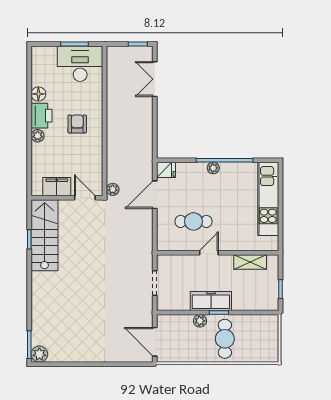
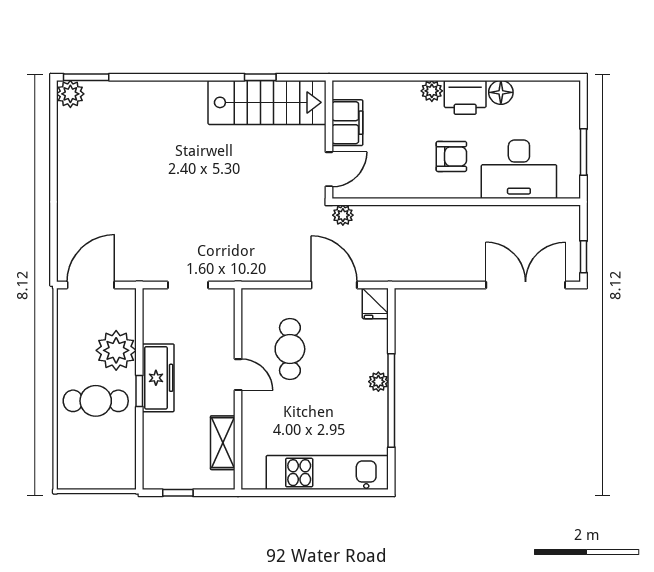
desk: (80, 64) -> (519, 169), moved, turned 90
double door: (155, 79) -> (526, 285), width x1.37
plant: (200, 321) -> (116, 350), width x1.88, depth x1.88

